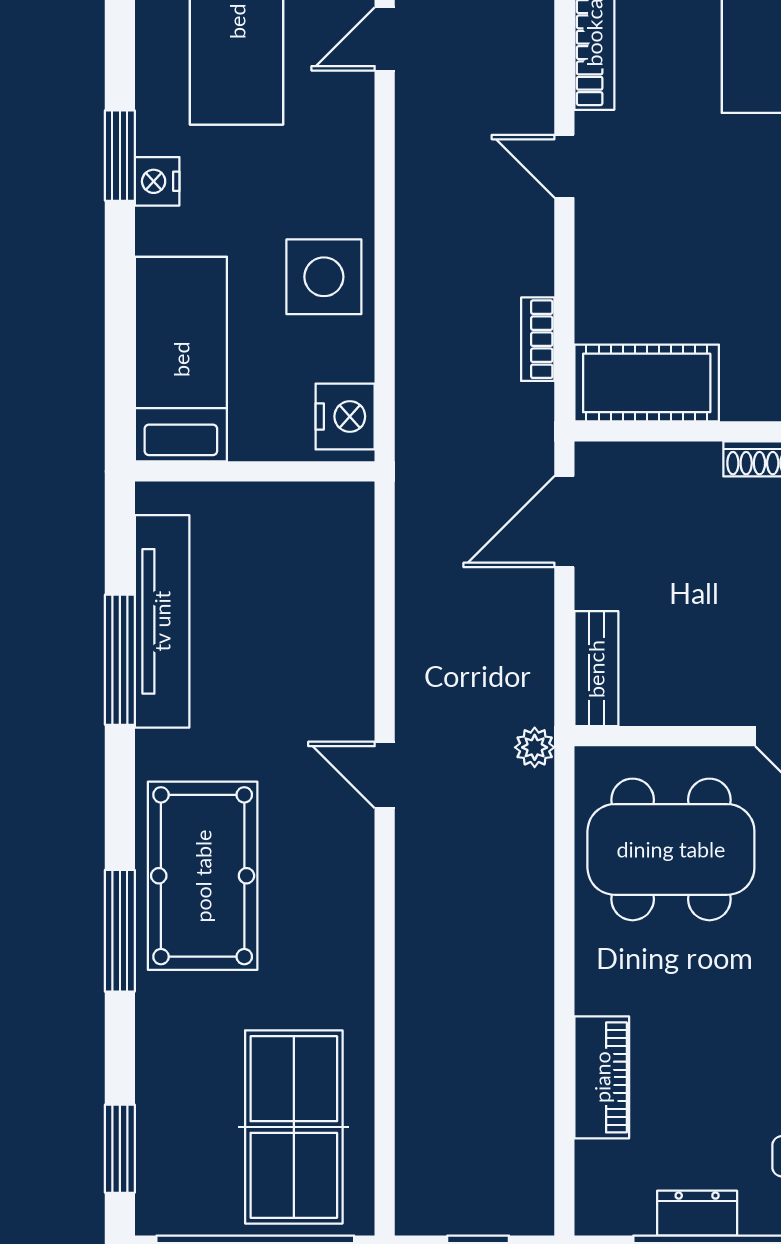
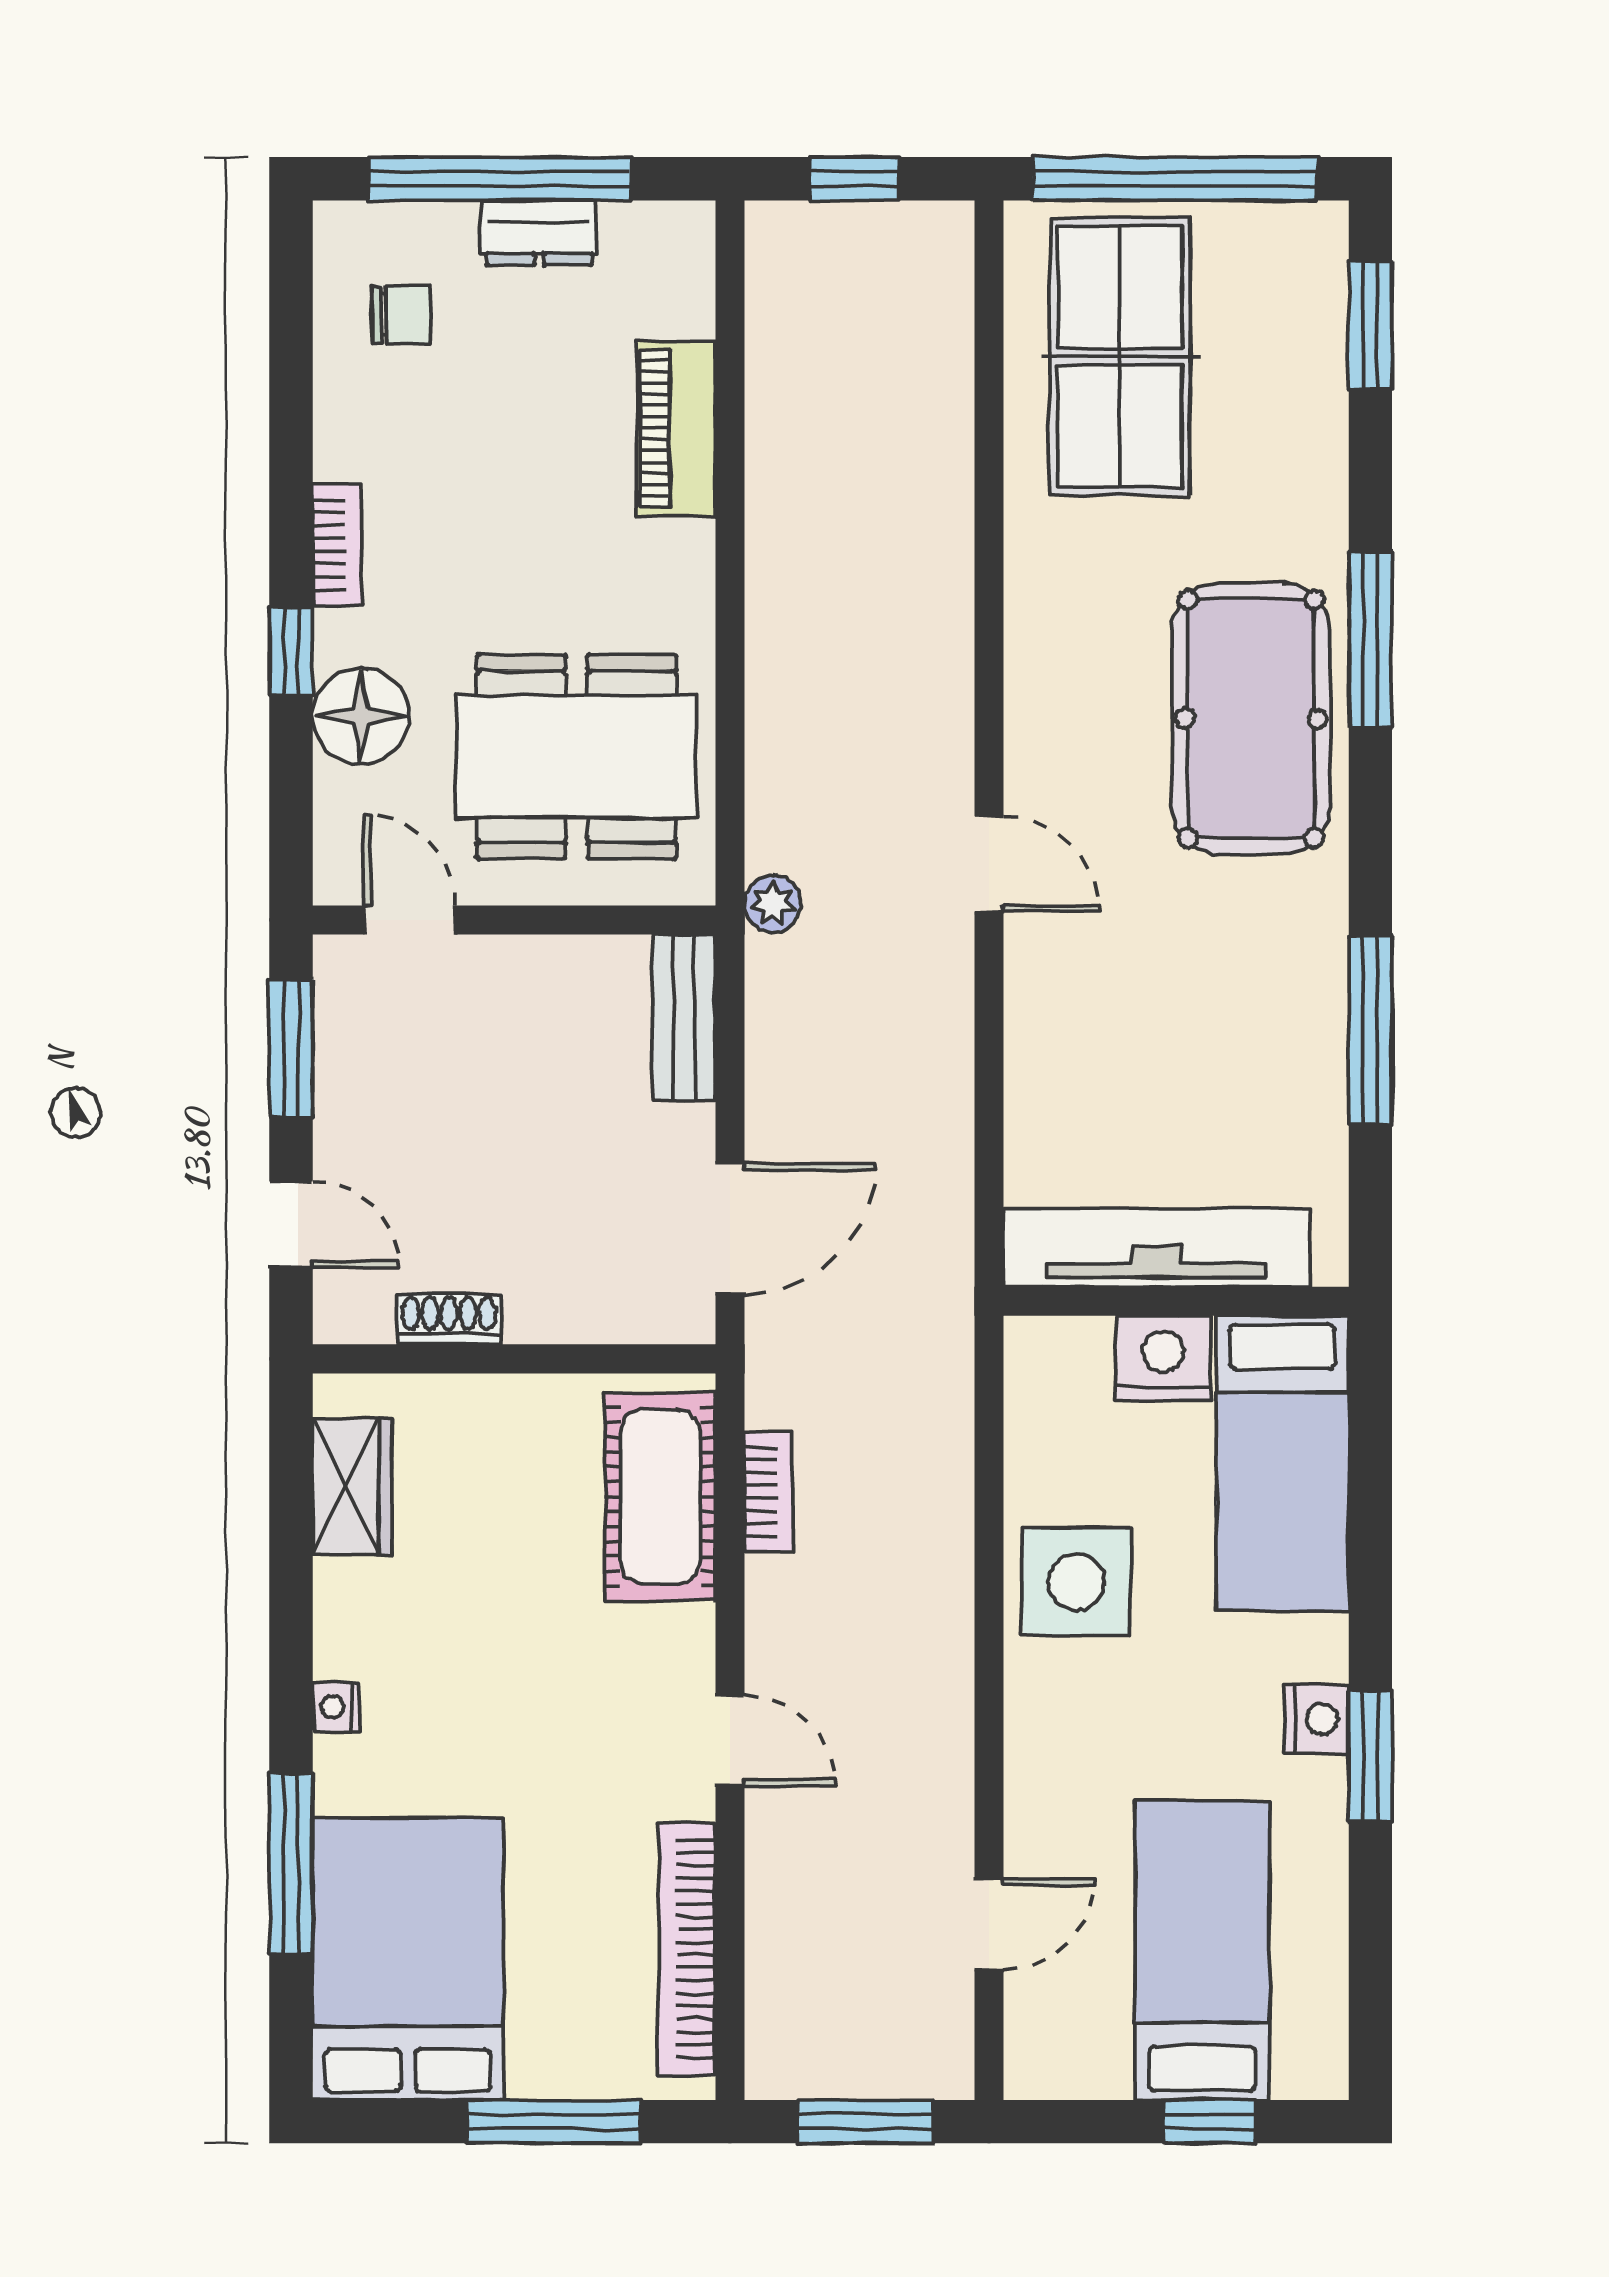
cot: (647, 383) -> (660, 1497), moved, turned 90
nightstand: (345, 416) -> (1163, 1358), moved, turned 90
tv unit: (162, 621) -> (1156, 1248), moved, turned 90

